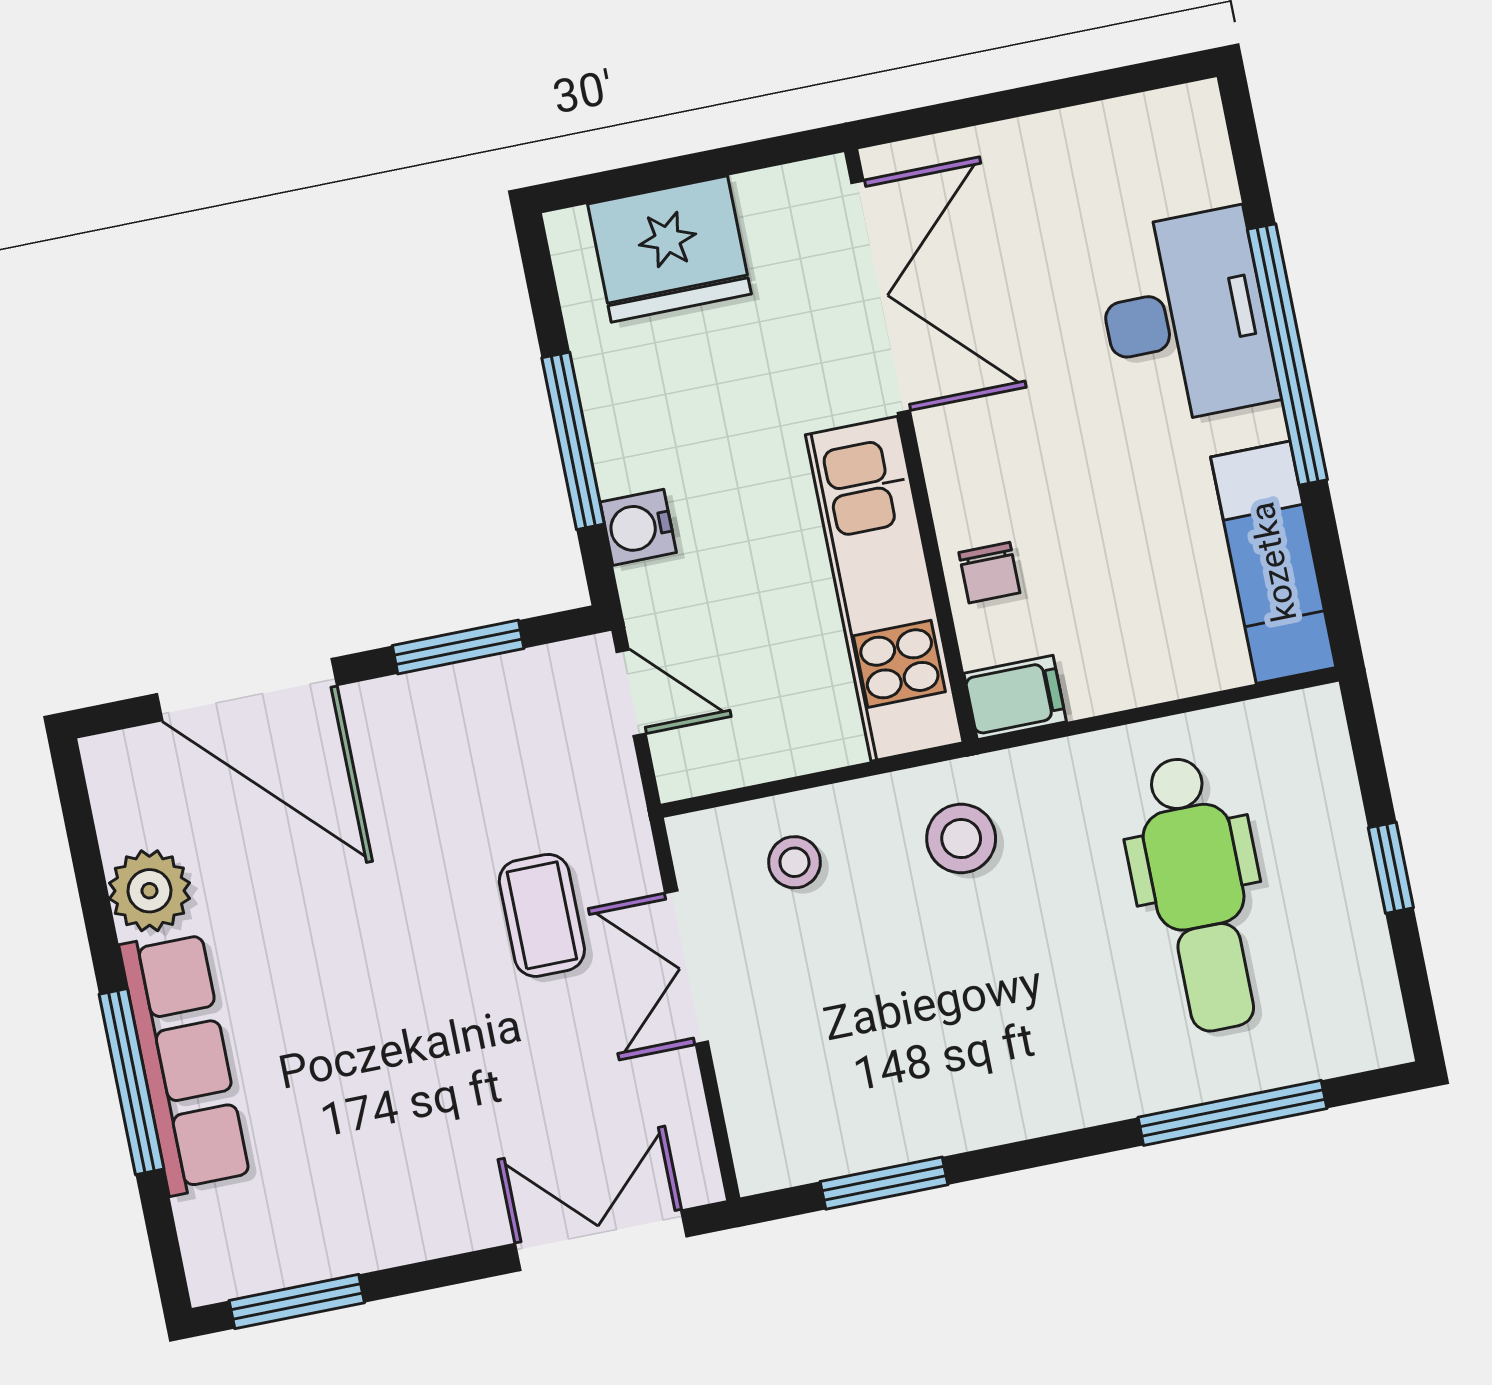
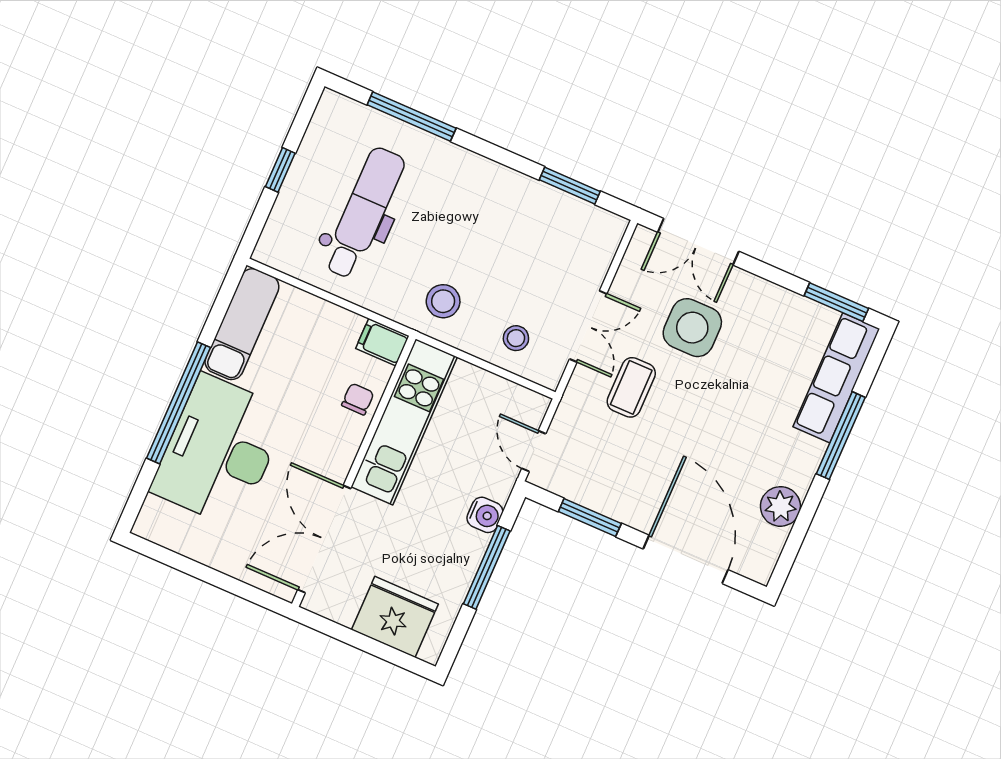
desk: (1185, 317) -> (219, 451), width x1.36, depth x1.30
row of seats: (185, 1062) -> (836, 378), moved
side table: (509, 1088) -> (692, 328), added

